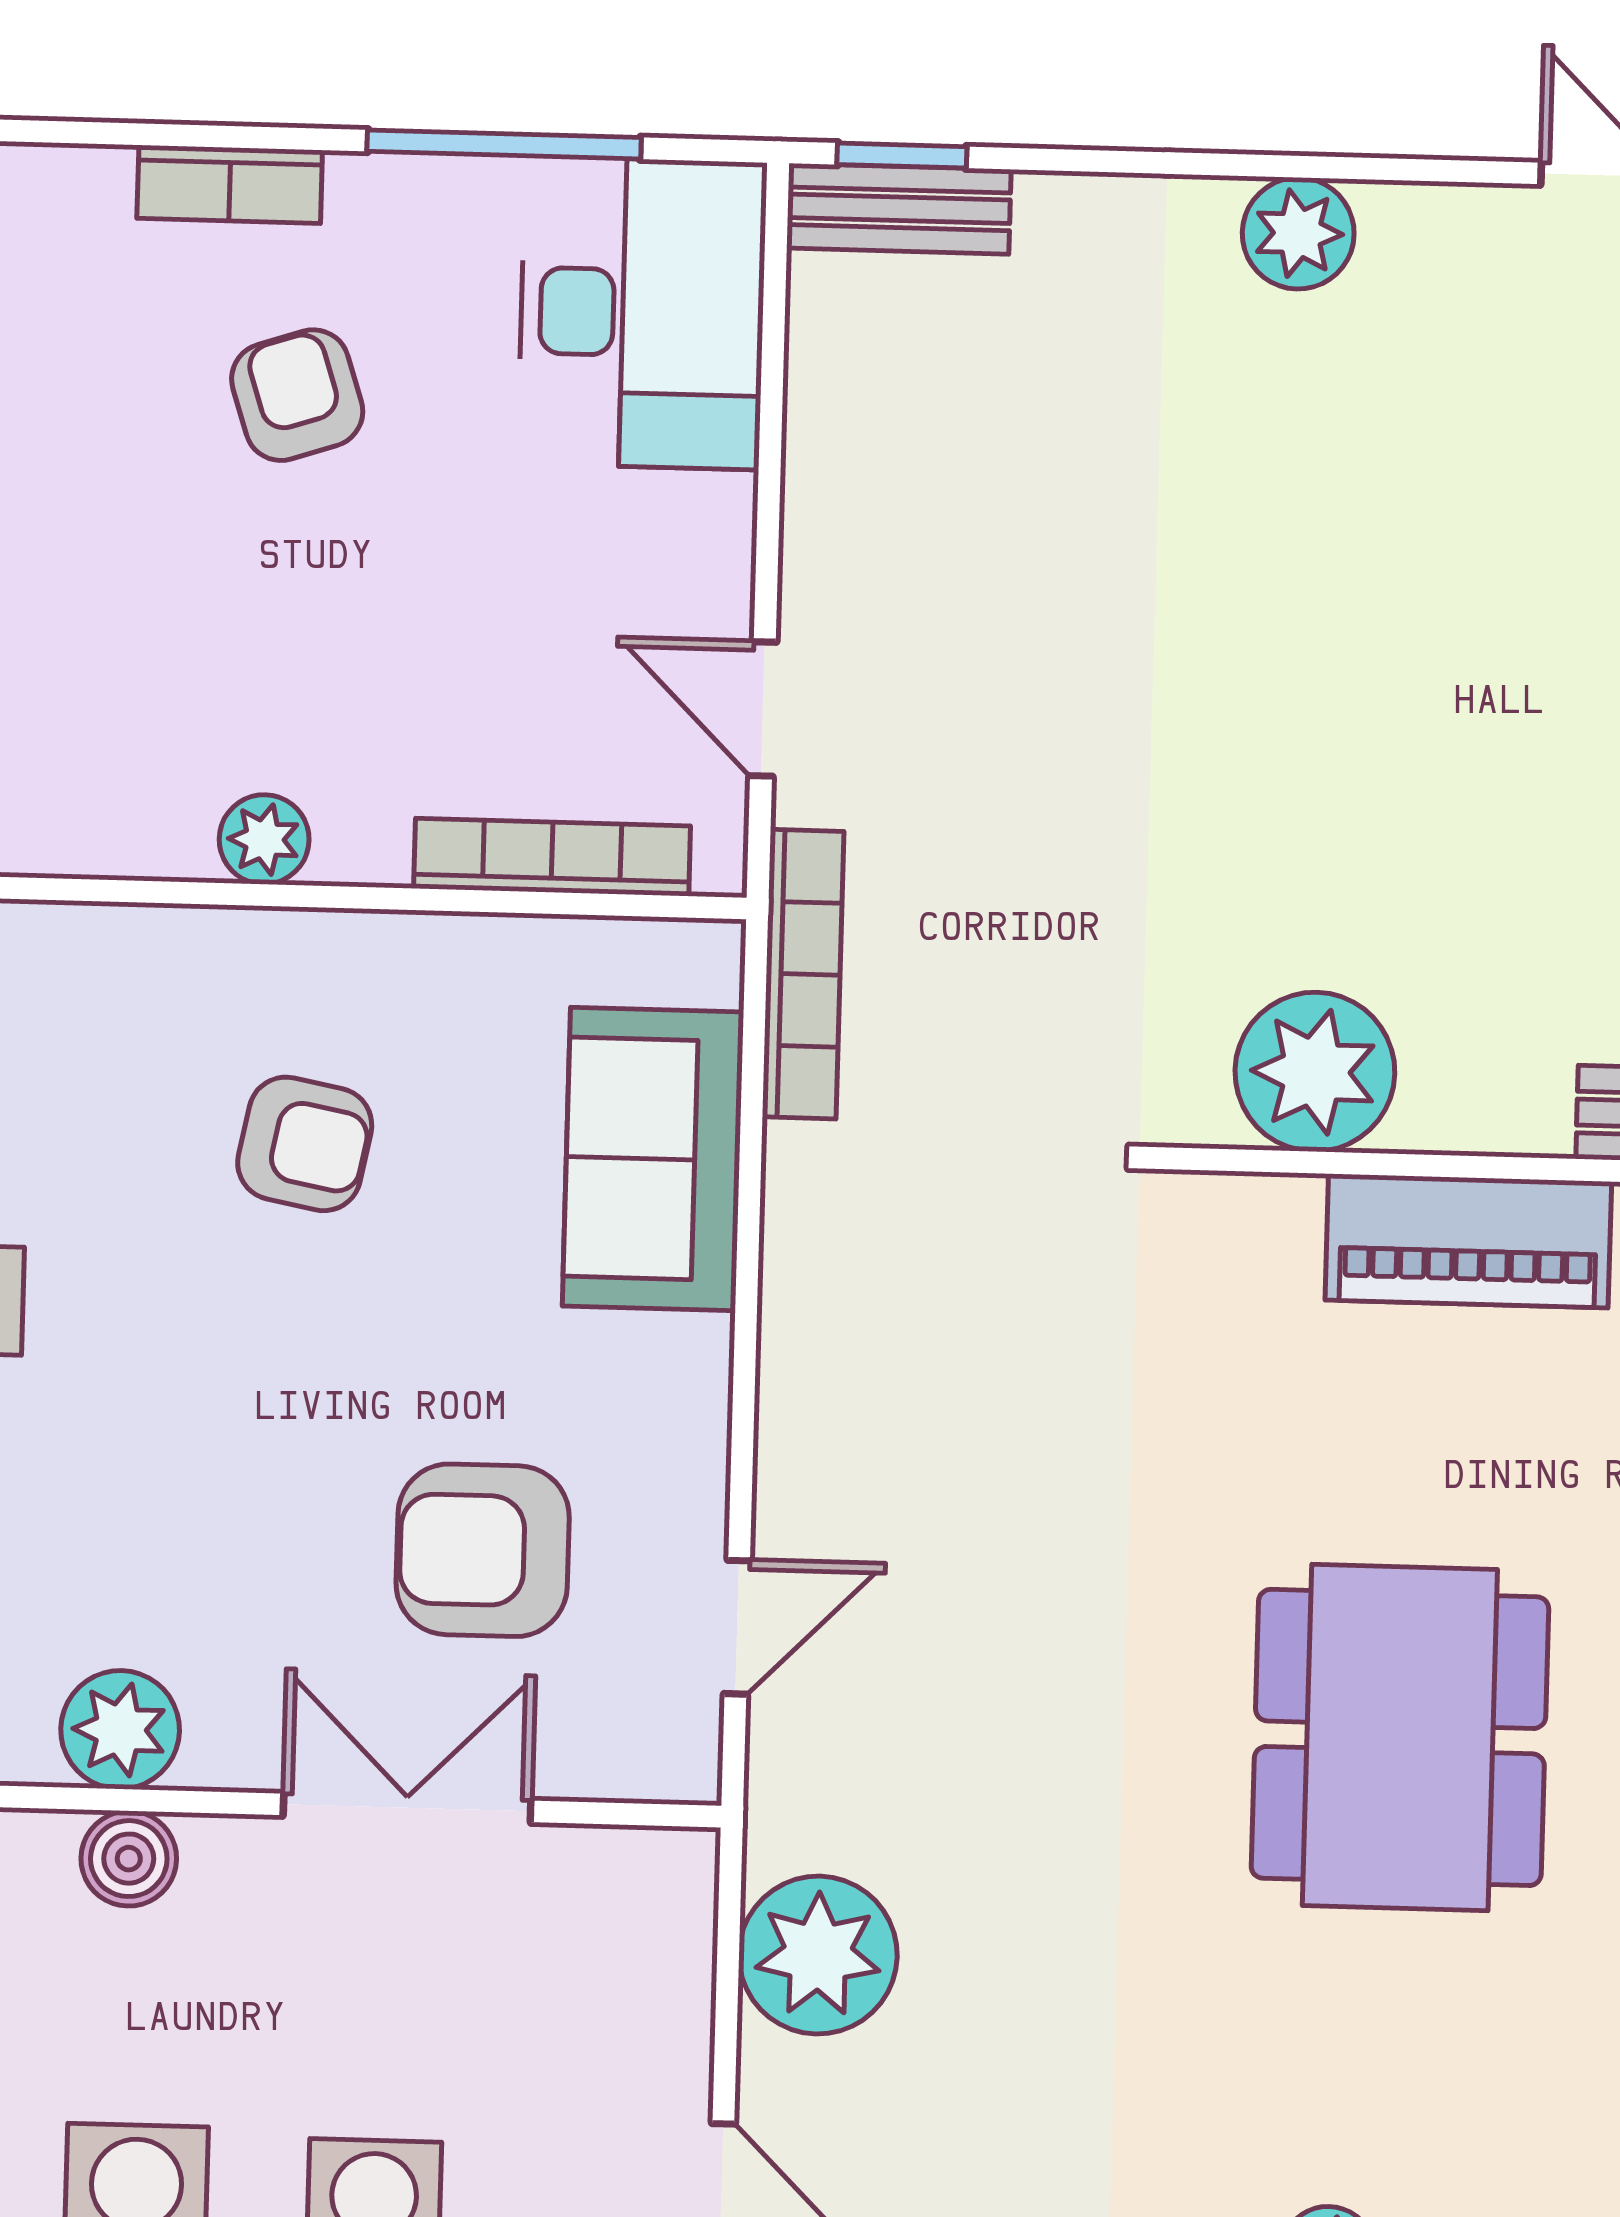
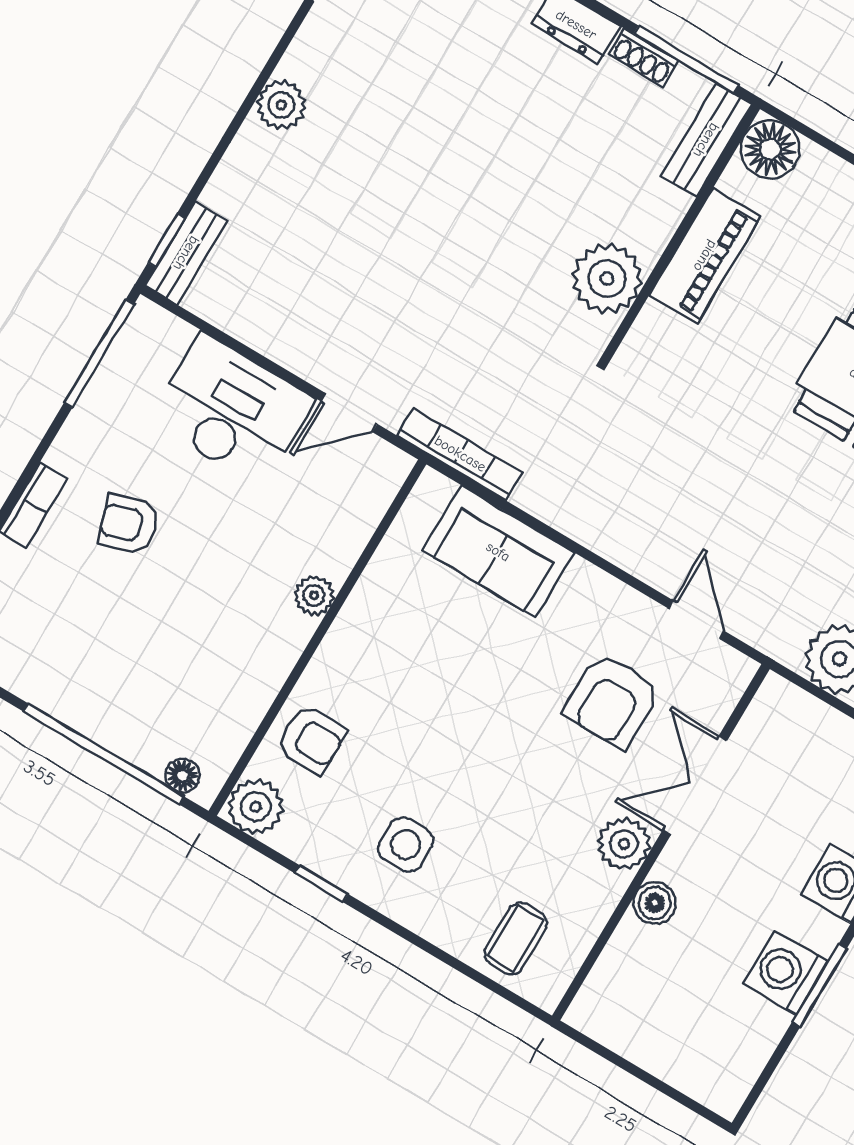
window: (504, 144) -> (99, 353), moved
desk: (642, 313) -> (232, 410), moved
plant: (264, 839) -> (314, 595), moved
bookcase: (552, 857) -> (361, 525), removed
armchair: (305, 1144) -> (311, 739), moved, turned 79
plant: (120, 1730) -> (624, 844), moved

